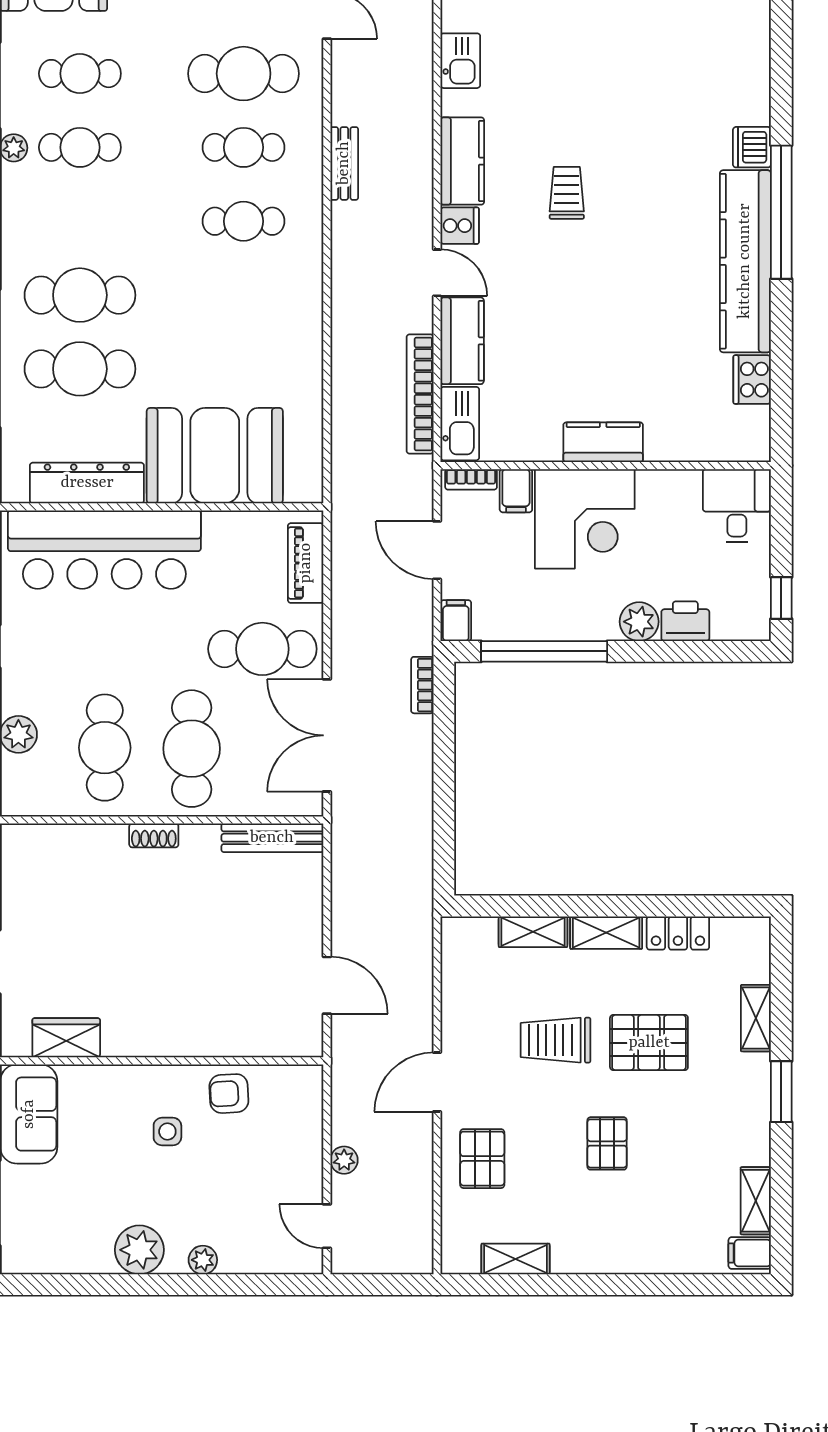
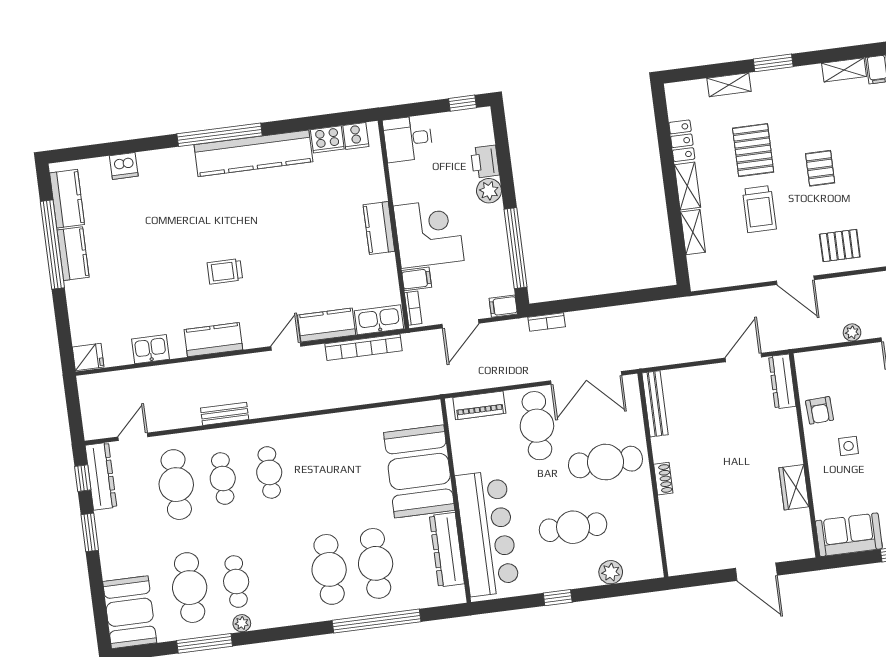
cafe table: (80, 74) -> (190, 588), width x1.37, depth x1.35
dishwasher: (752, 147) -> (124, 166), moved
cooker: (460, 226) -> (356, 136), moved, turned 180
cafe table: (105, 748) -> (573, 527), moved
wardrobe: (66, 1038) -> (794, 487), moved
dresser: (282, 1041) -> (782, 381), added
pallet: (607, 1143) -> (820, 168), turned 90

